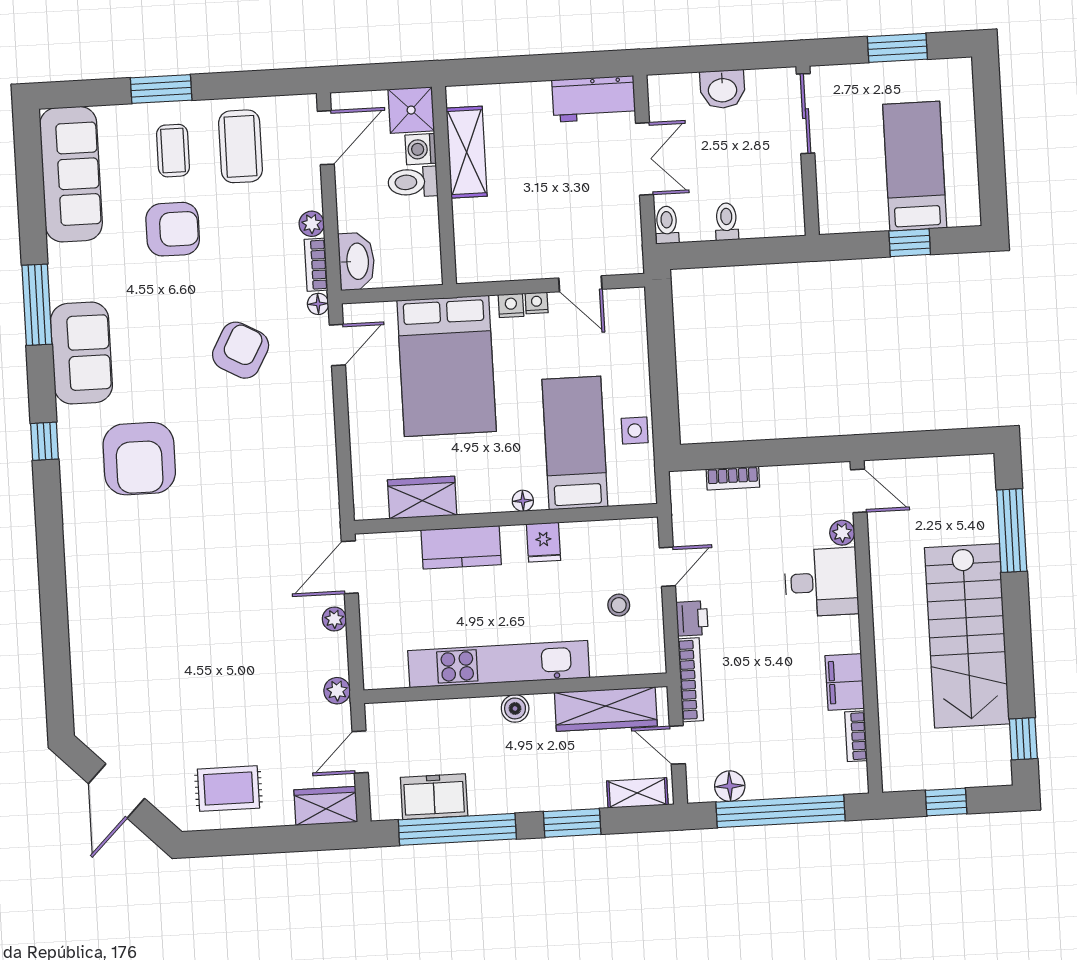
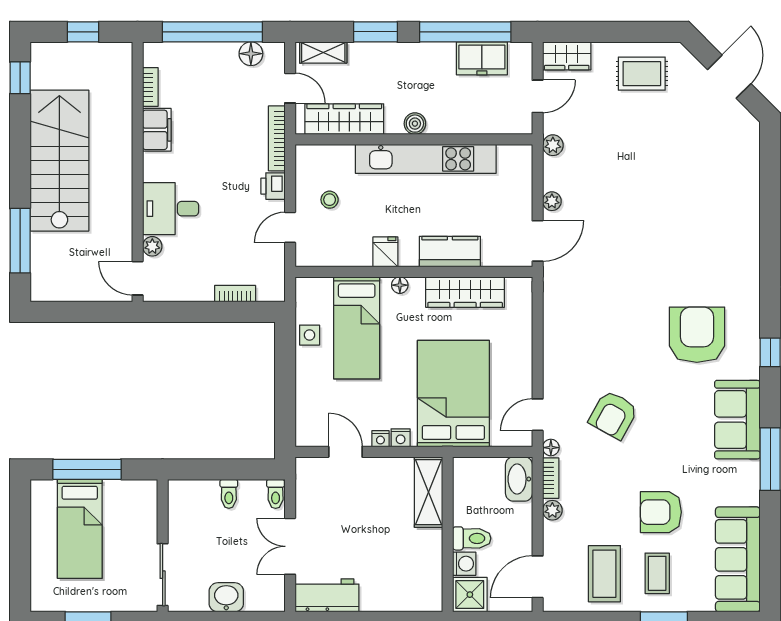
shelving: (467, 152) -> (428, 492), moved
window: (910, 243) -> (87, 469), width x2.17
wardrobe: (422, 498) -> (465, 292), width x1.50

